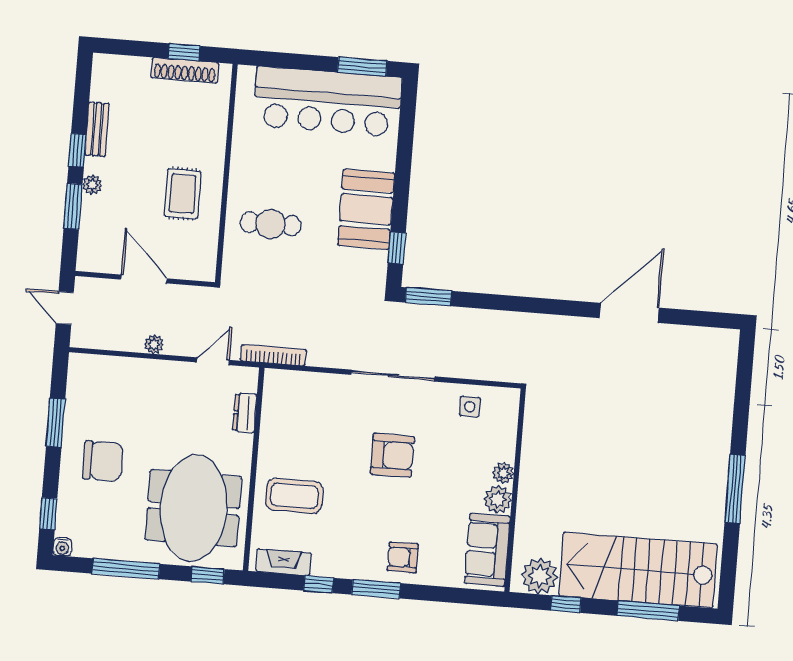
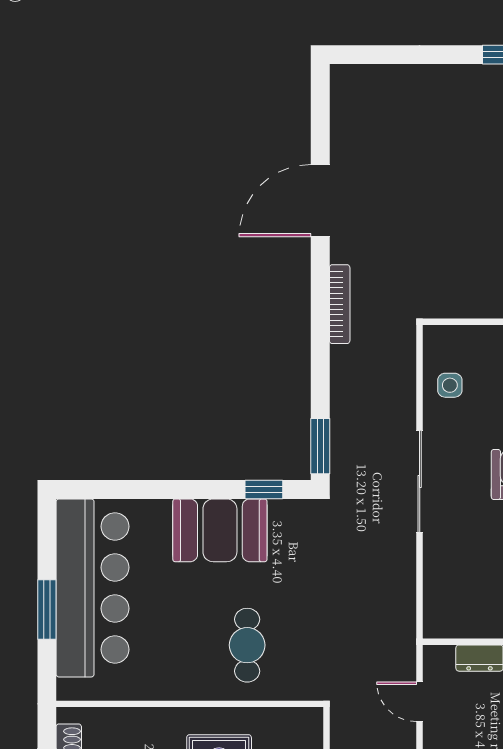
window: (362, 67) -> (47, 610), moved
door: (629, 313) -> (320, 201), hinge flipped
bookcase: (273, 355) -> (340, 304), moved, turned 180

